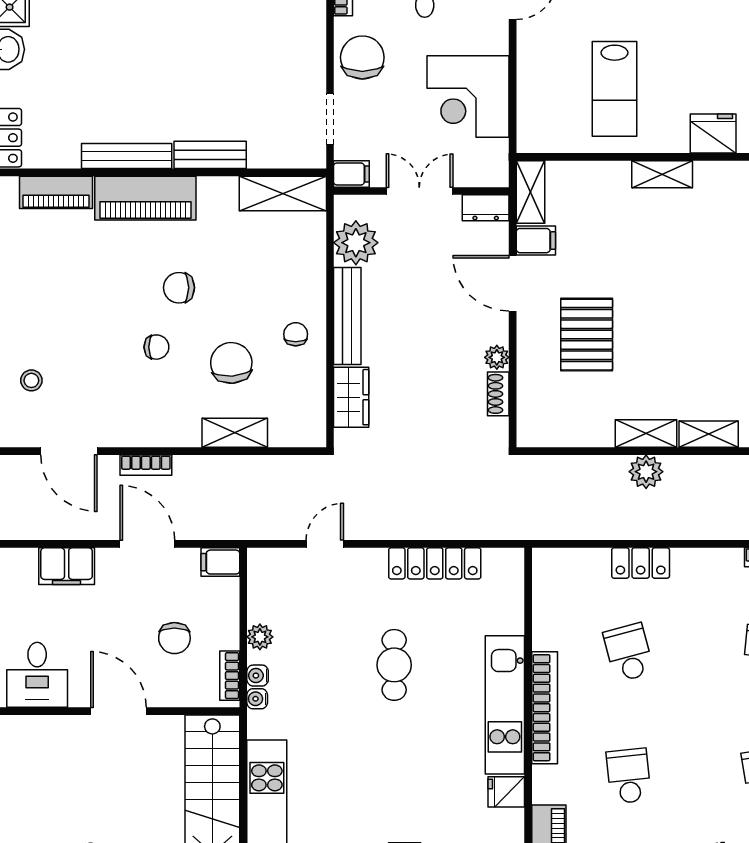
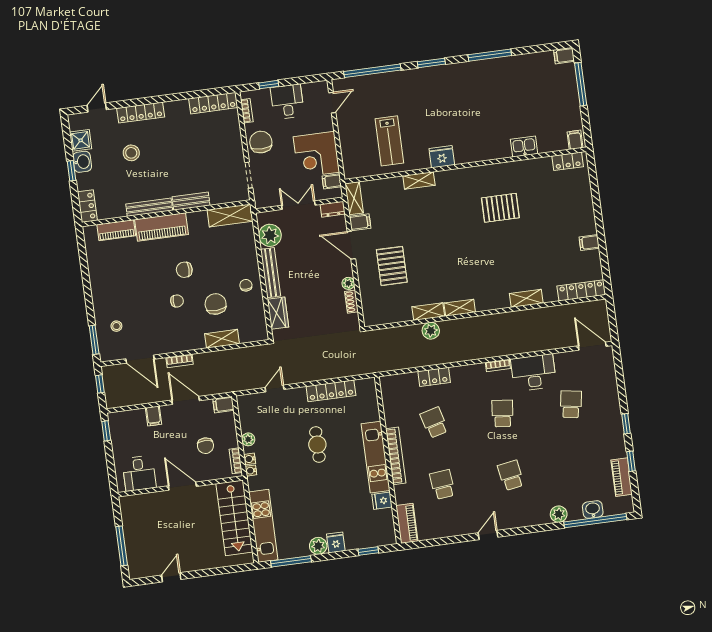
stool: (106, 45) -> (131, 153), added
filing cabinet: (351, 174) -> (332, 181), moved, turned 180
filing cabinet: (67, 566) -> (153, 416), width x0.50

